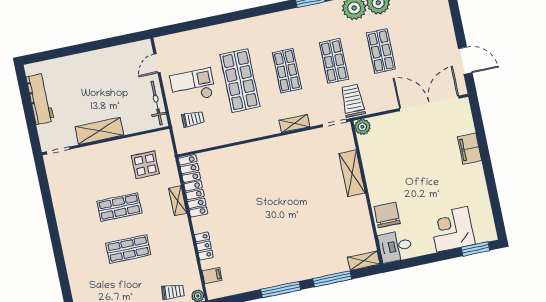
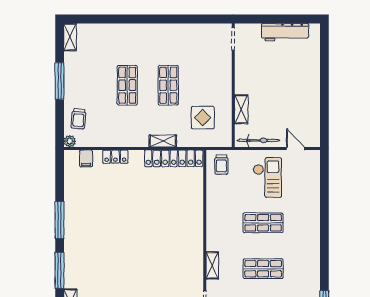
shop shelf: (240, 81) -> (263, 223), width x0.70, depth x0.74
trolley: (193, 119) -> (221, 164), moved
shelving: (99, 131) -> (241, 109), moved, width x0.67, depth x0.75

